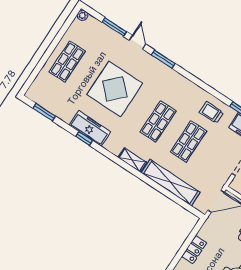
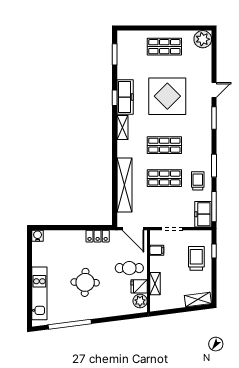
plant: (82, 15) -> (203, 39), width x1.88, depth x1.88
window: (114, 27) -> (214, 166), moved
shelving: (132, 160) -> (123, 127), moved
locker: (194, 250) -> (98, 236), moved

